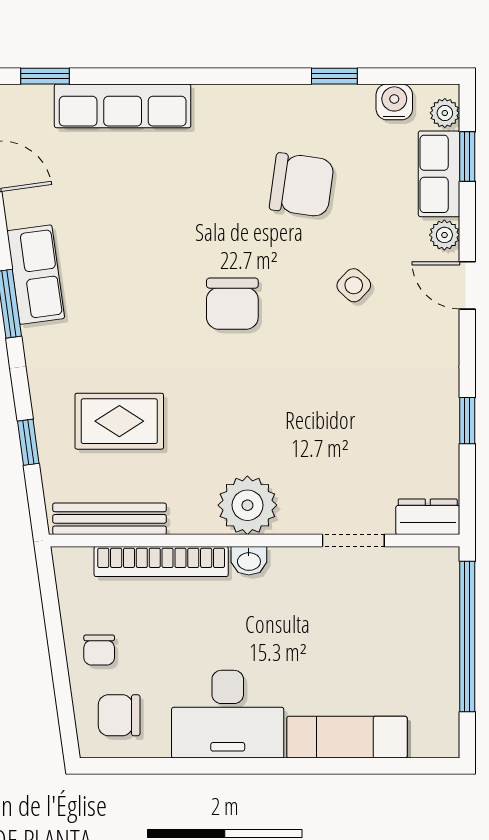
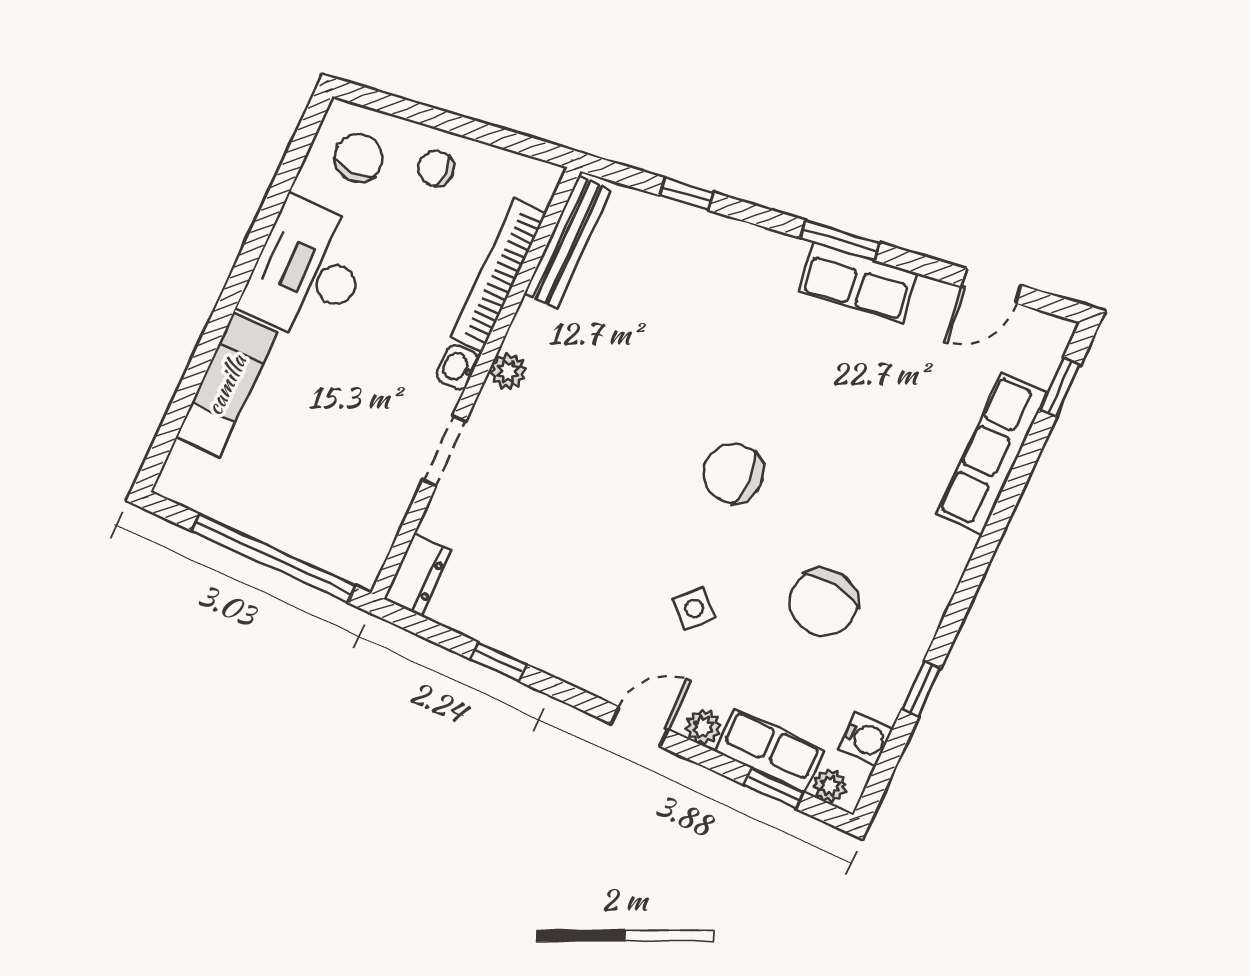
rug: (119, 421) -> (665, 299), removed
plant: (247, 505) -> (508, 371), width x0.53, depth x0.53
doorway: (353, 541) -> (444, 451), moved

